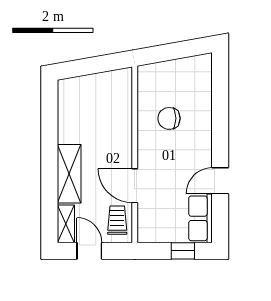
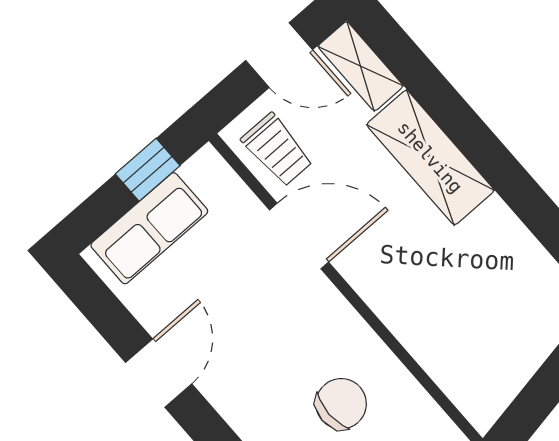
row of seats: (200, 218) -> (149, 228), moved, turned 90
window: (183, 251) -> (148, 170), moved

